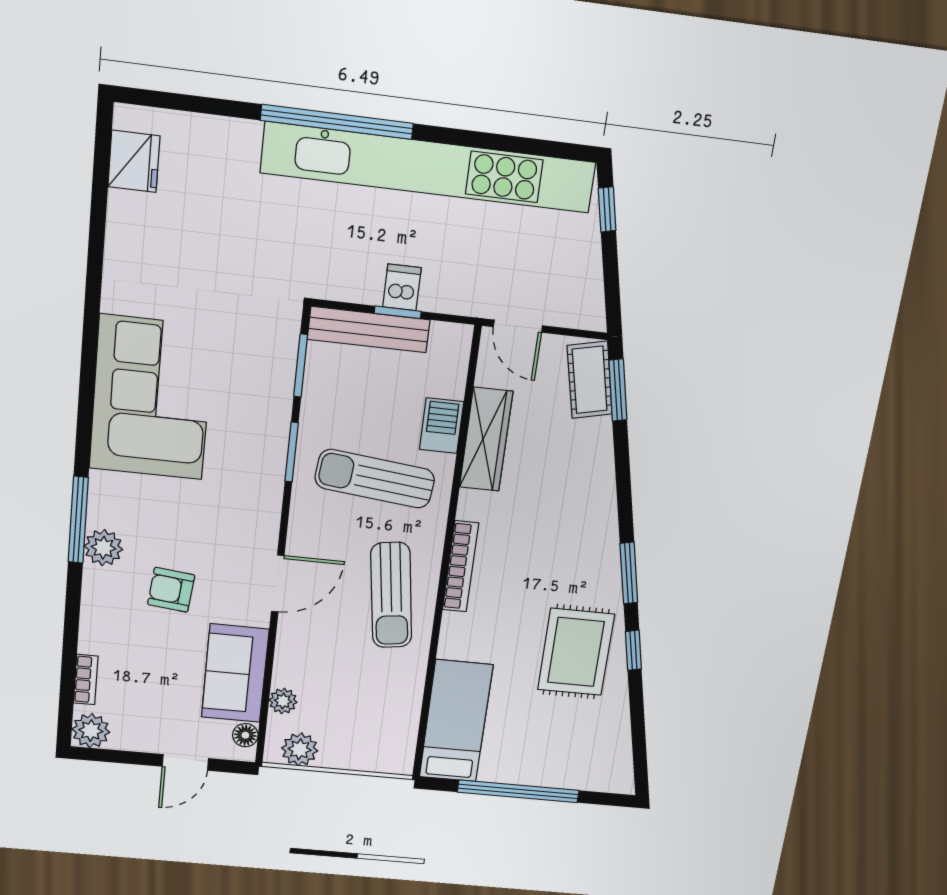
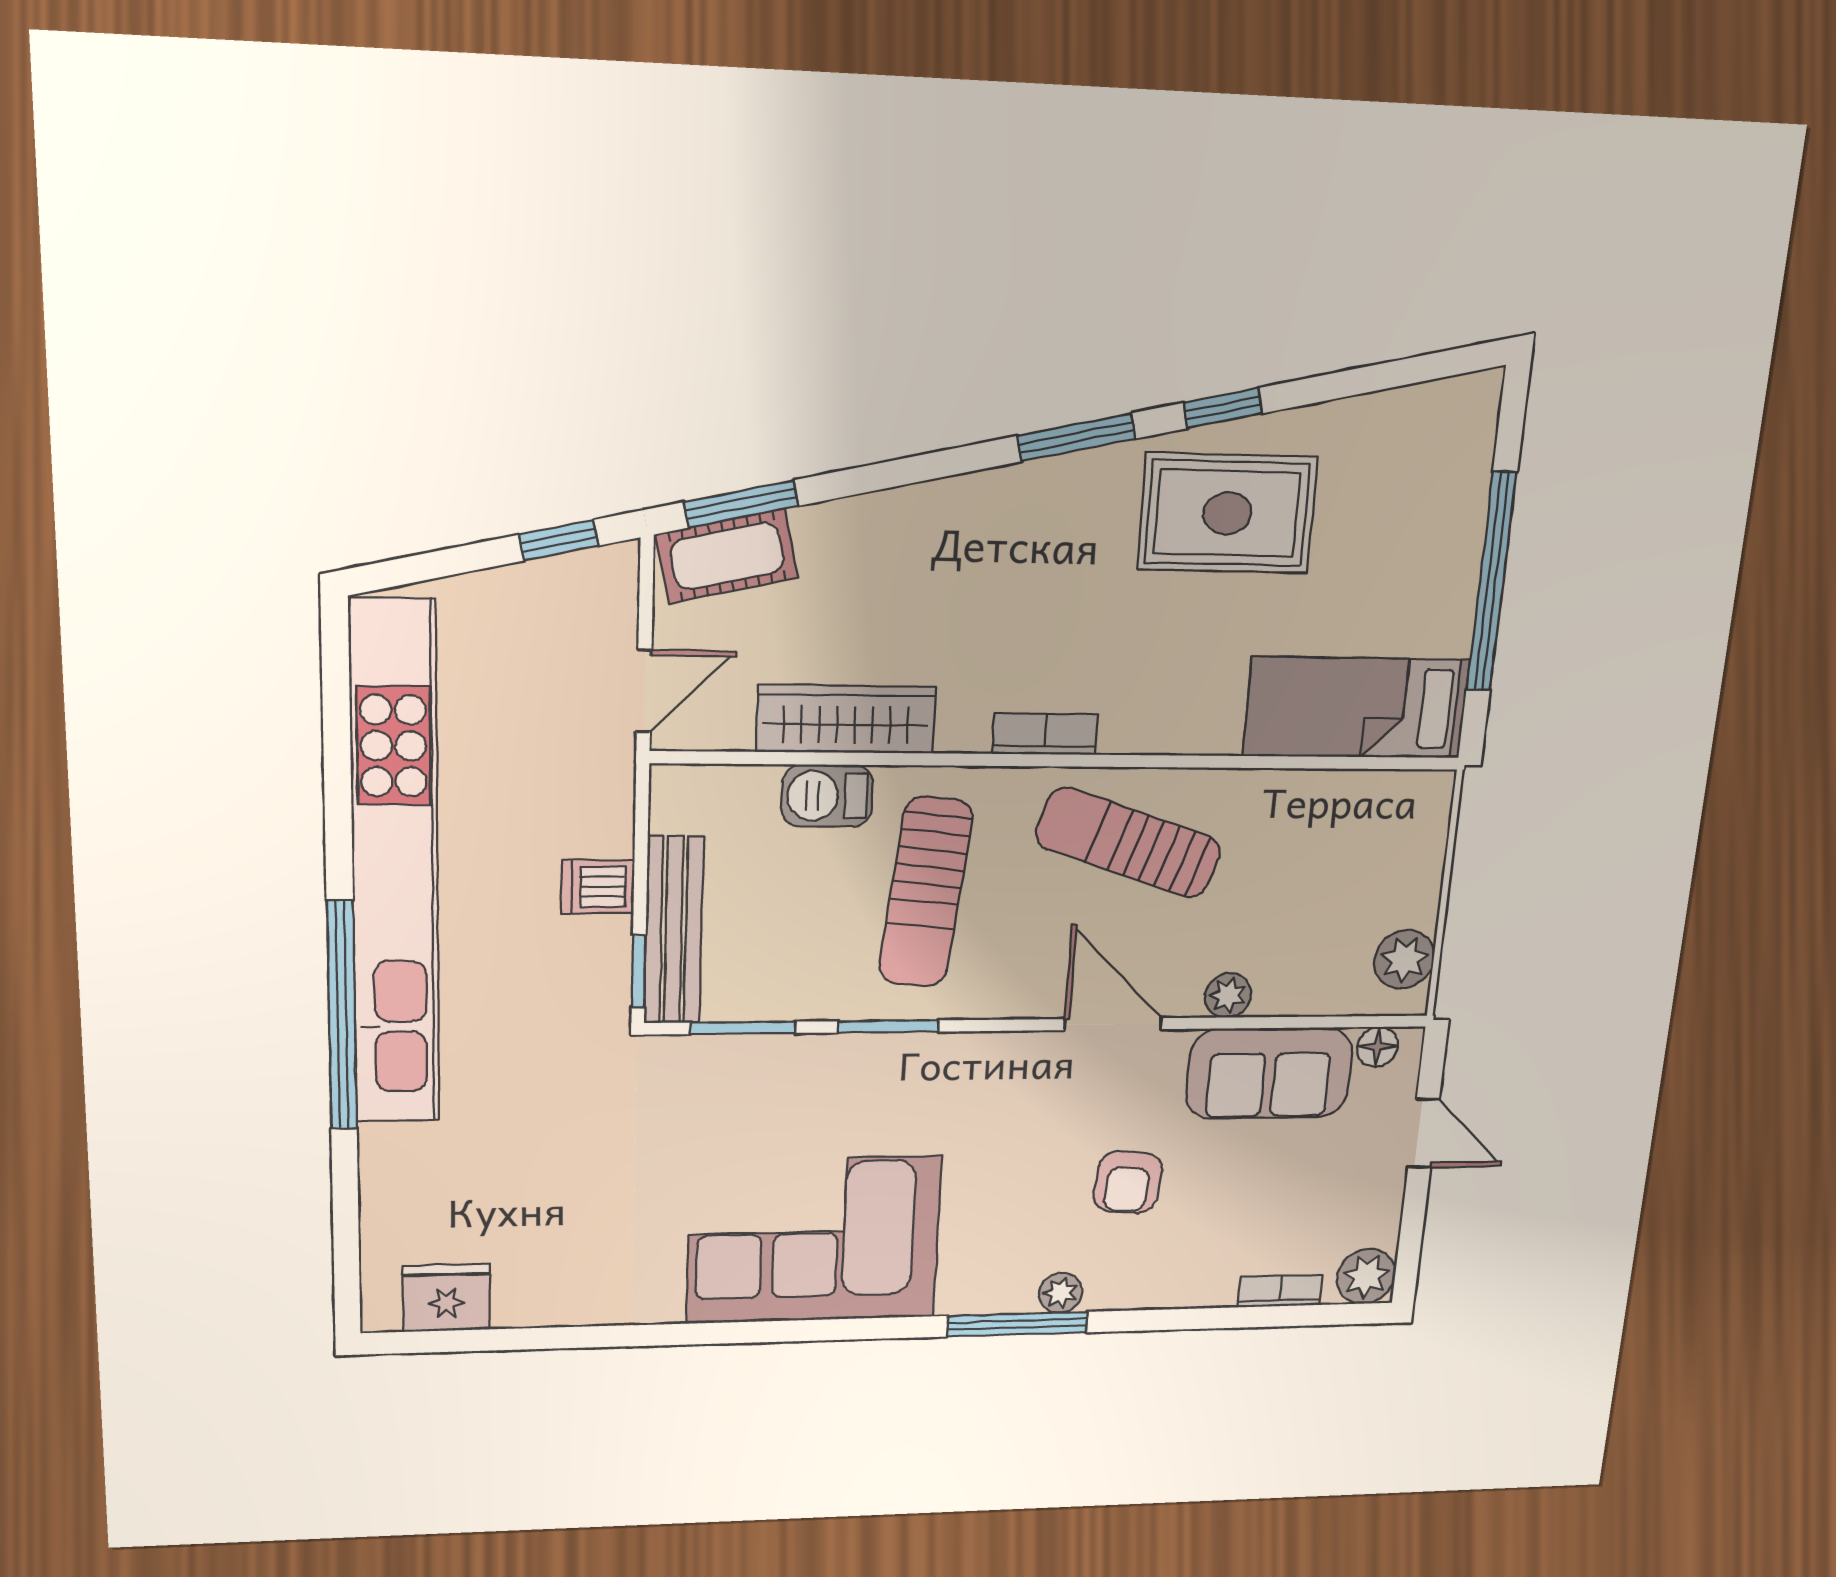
window: (607, 209) -> (559, 540), moved
window: (398, 312) -> (639, 971), moved
plant: (103, 548) -> (1061, 1293), width x0.73, depth x0.73
bookcase: (461, 566) -> (1045, 734), width x0.64
sun lounger: (391, 595) -> (1129, 843), turned -153
plant: (283, 701) -> (1228, 995), moved

